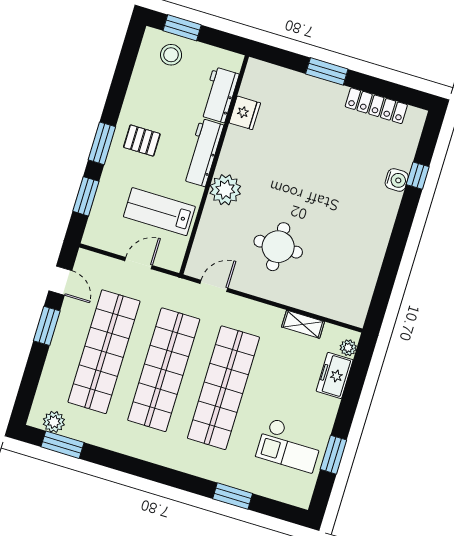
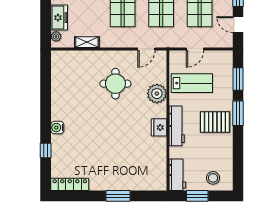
window: (182, 28) -> (197, 196), moved
workbench: (219, 95) -> (177, 175), moved
locker: (376, 106) -> (70, 184), moved
fridge: (245, 113) -> (159, 127), moved
pallet: (142, 141) -> (215, 122), width x1.50, depth x1.42
water cooler: (397, 180) -> (57, 128), moved
plant: (225, 190) -> (157, 94), moved

